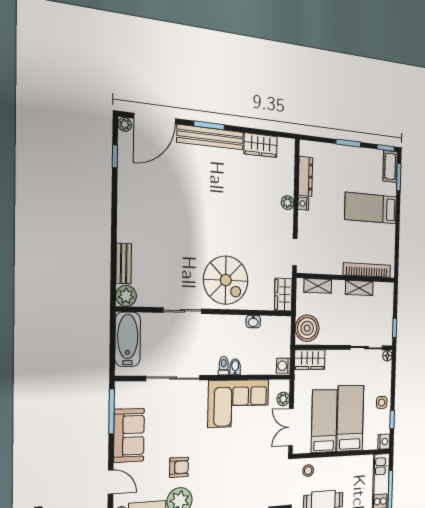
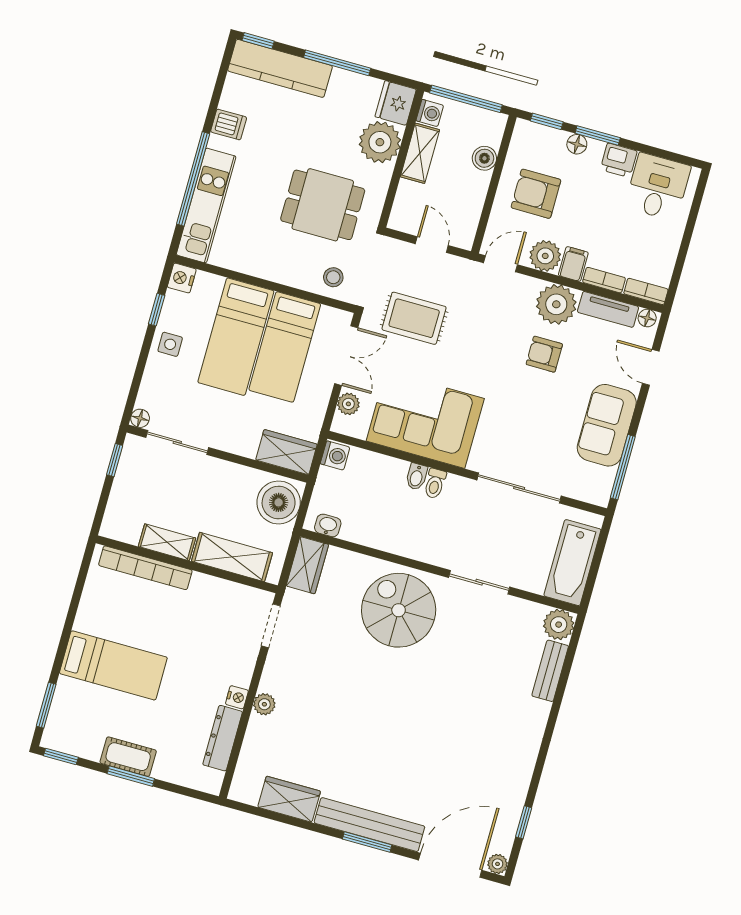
cot: (390, 166) -> (128, 757), moved, turned 90
shelving: (318, 286) -> (232, 557), width x1.50, depth x1.33
washbasin: (253, 322) -> (328, 525), moved
rug: (259, 462) -> (414, 318), added

